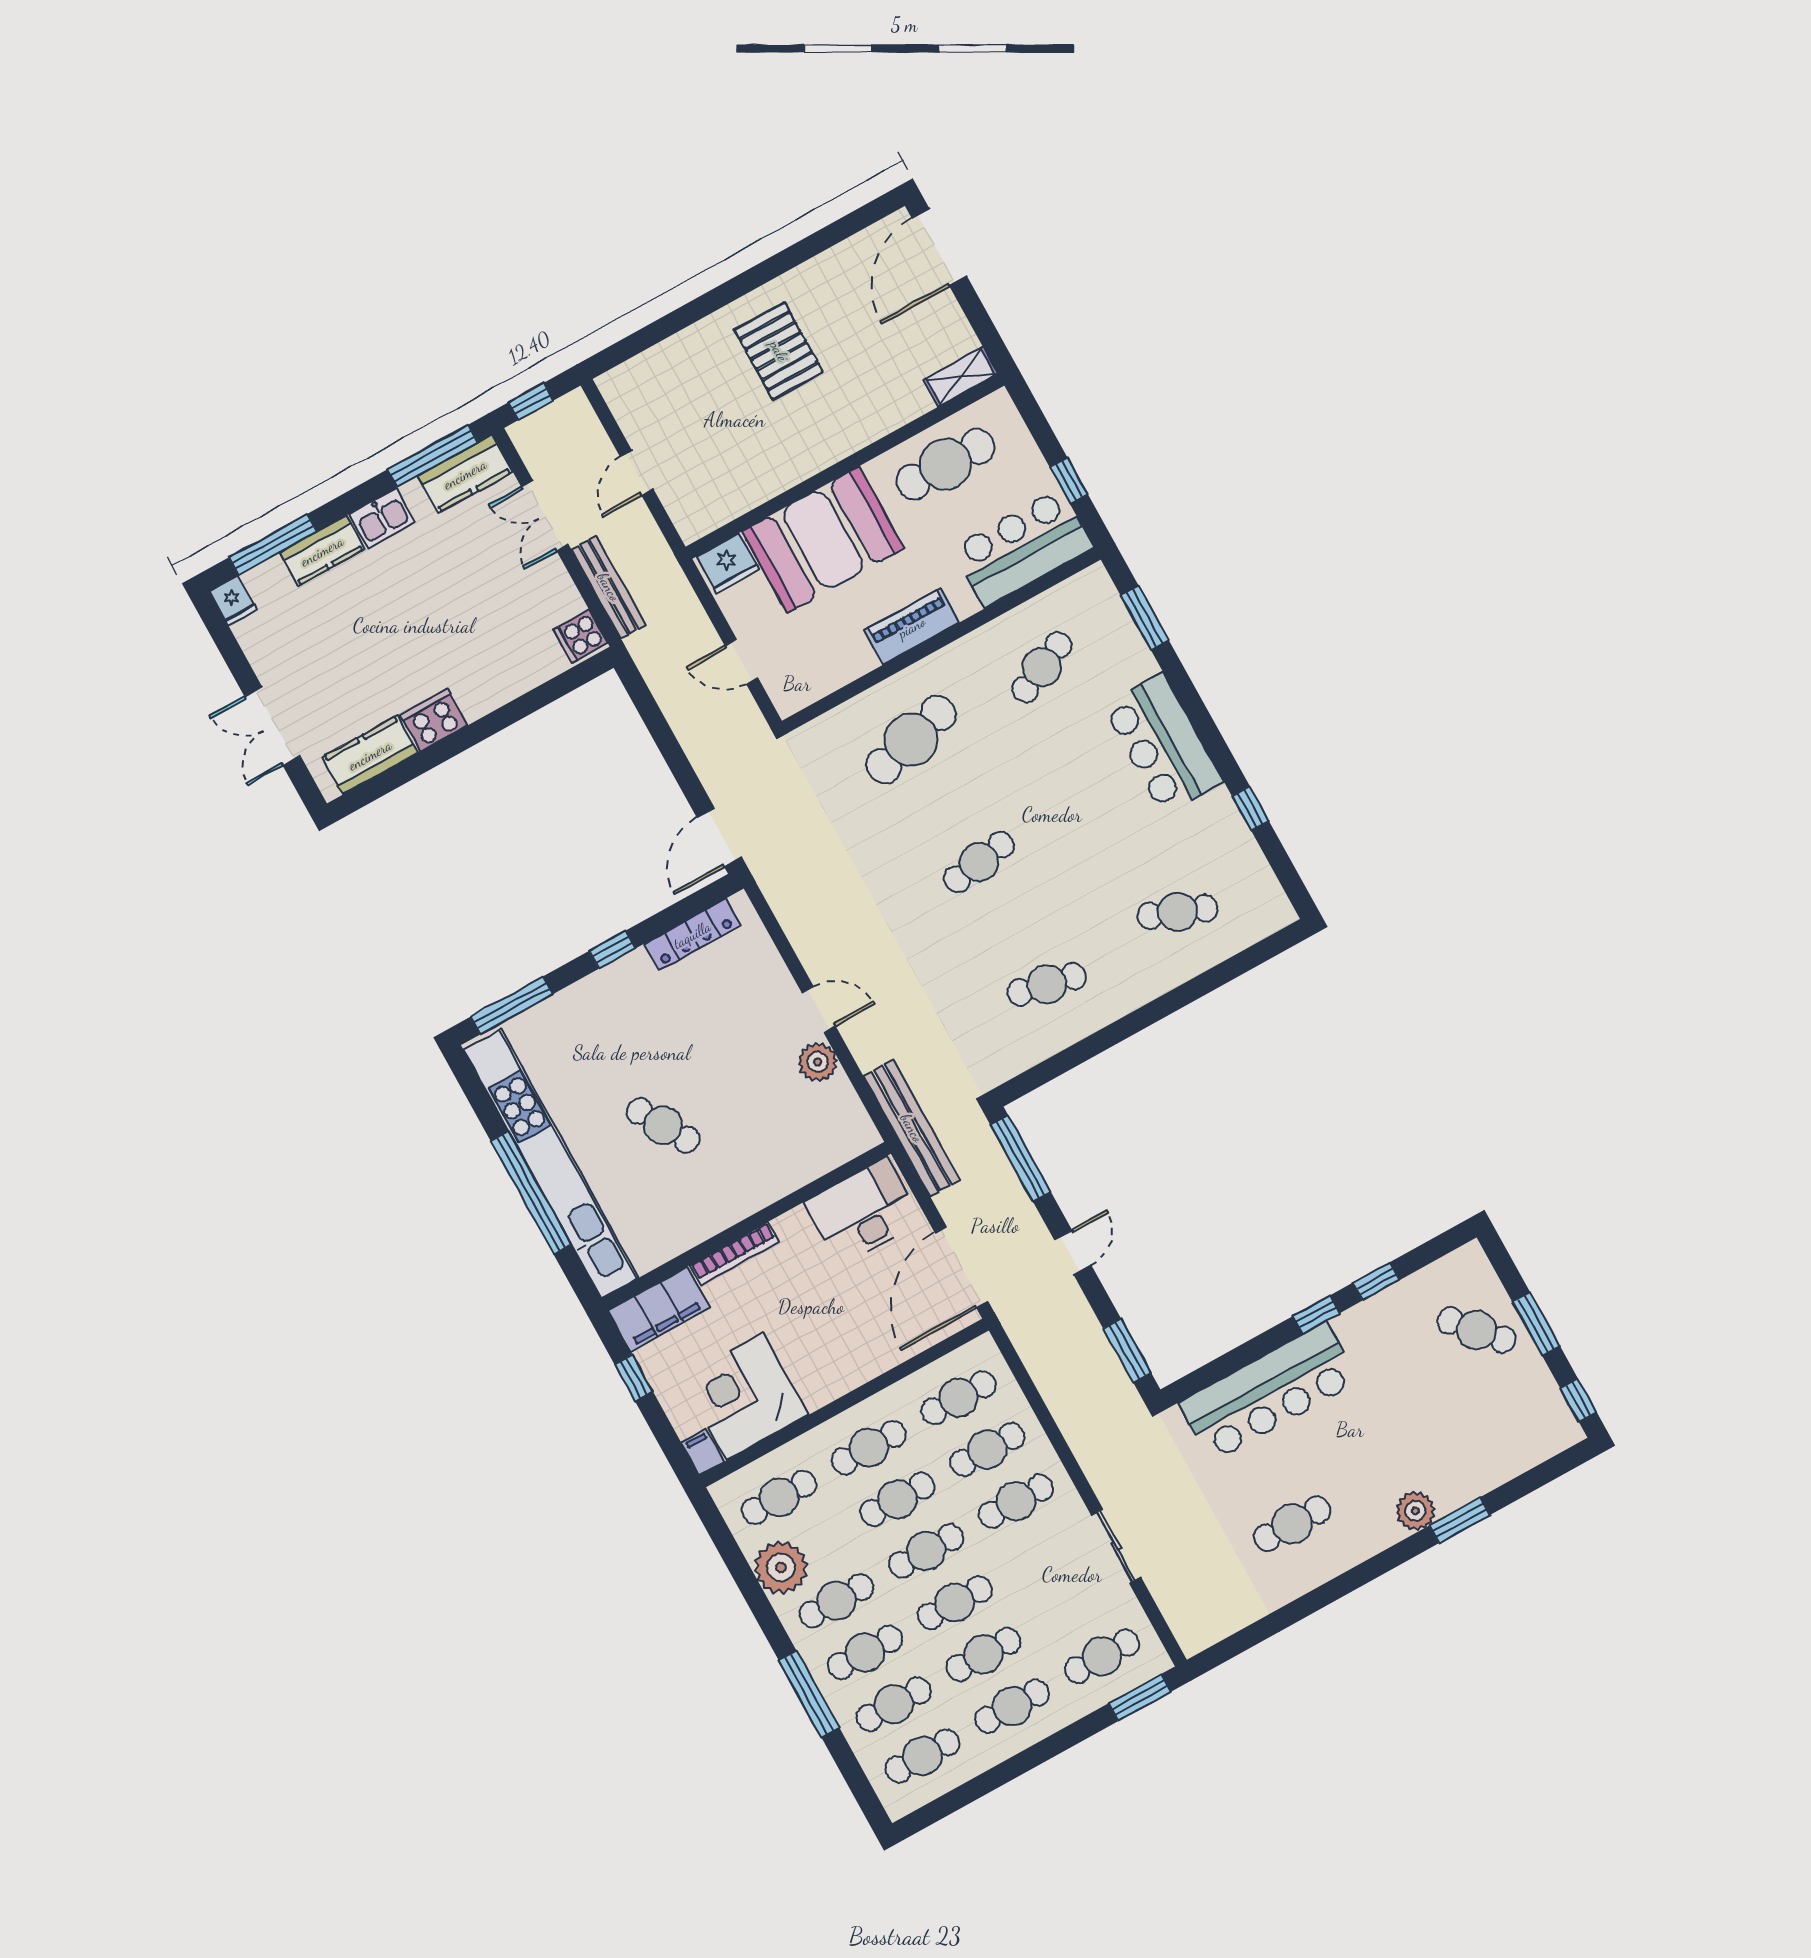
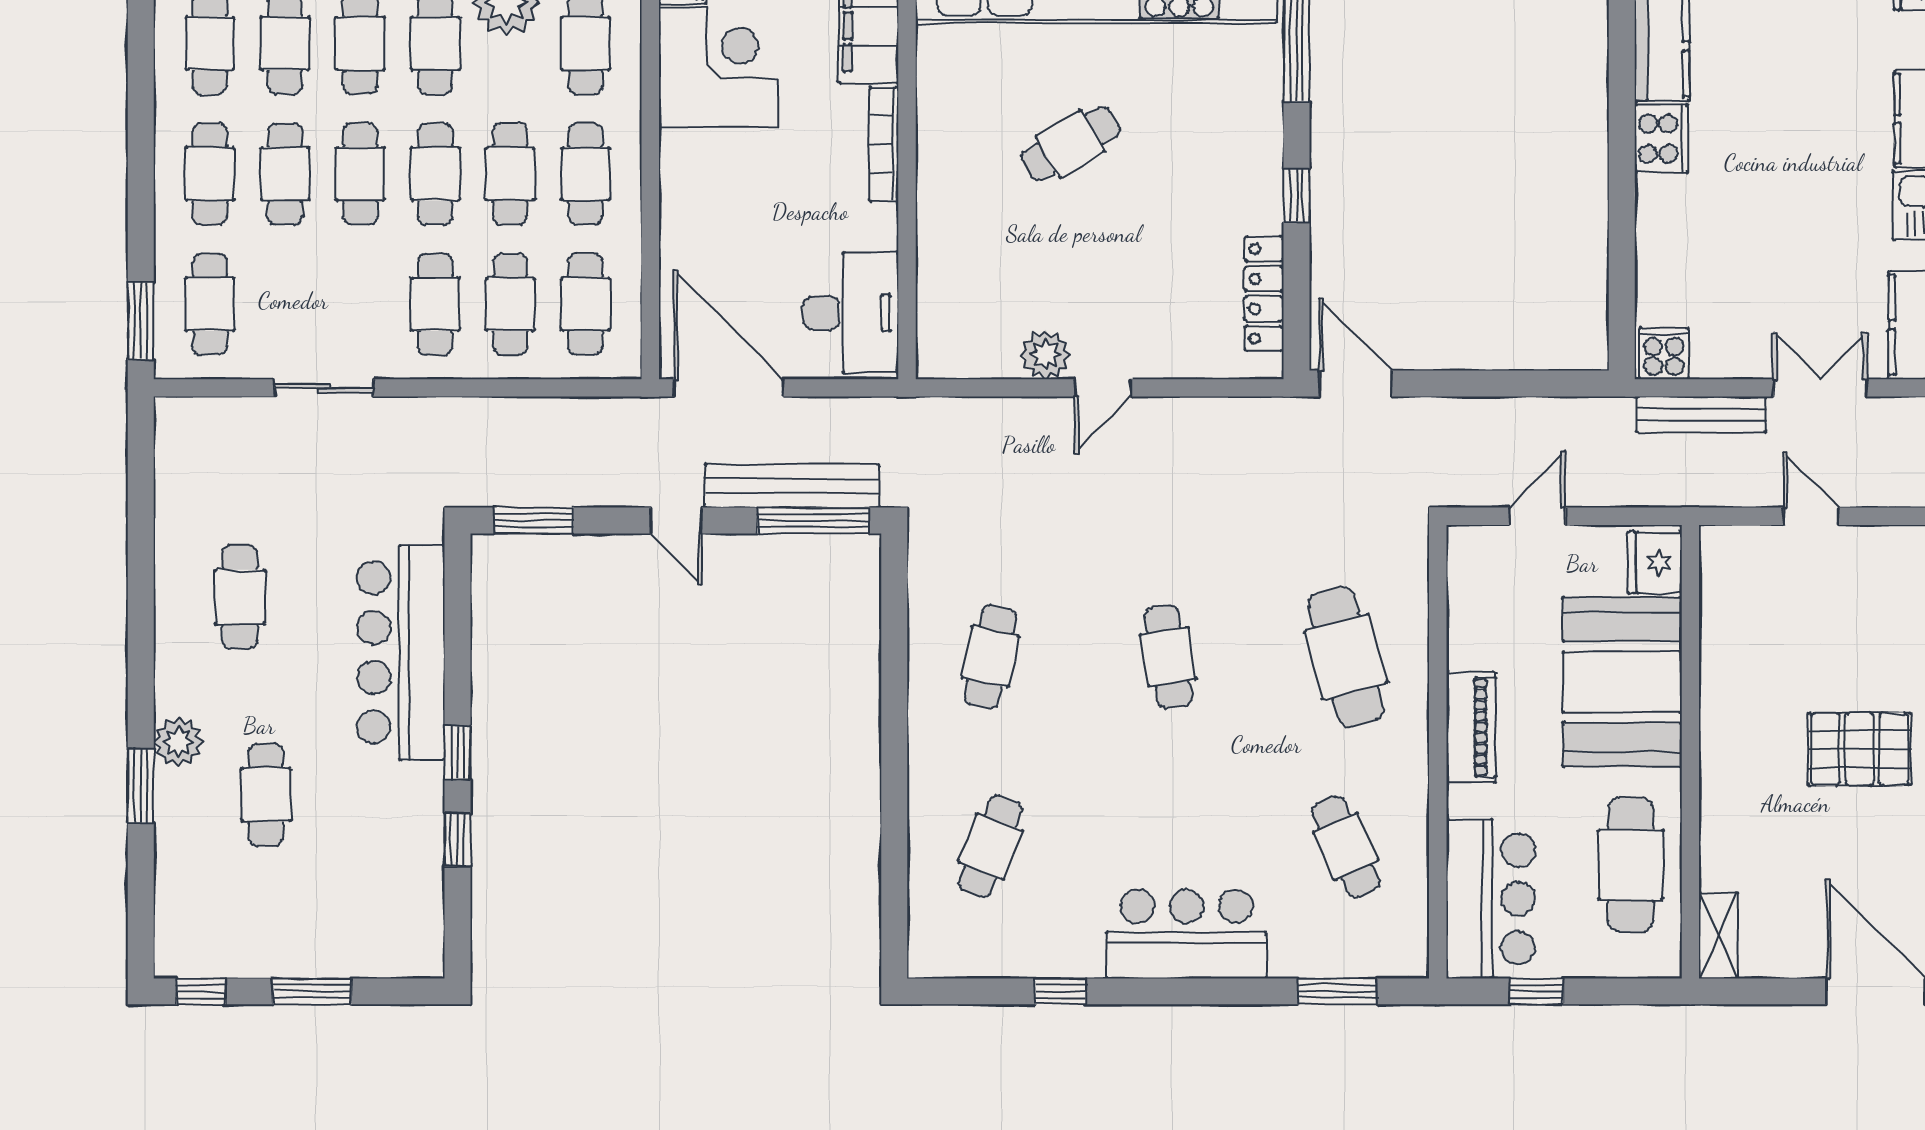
bench: (912, 1128) -> (792, 486), moved
cafe table: (1477, 1330) -> (266, 795), moved, turned -49

